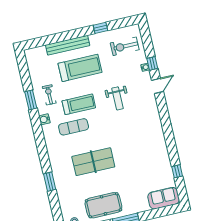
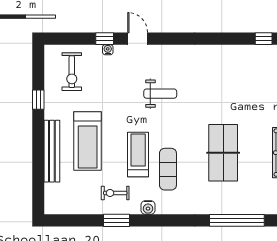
treadmill: (80, 68) -> (88, 141), turned 180
weight bench: (118, 98) -> (160, 94), moved
window: (50, 182) -> (237, 220), width x2.11

